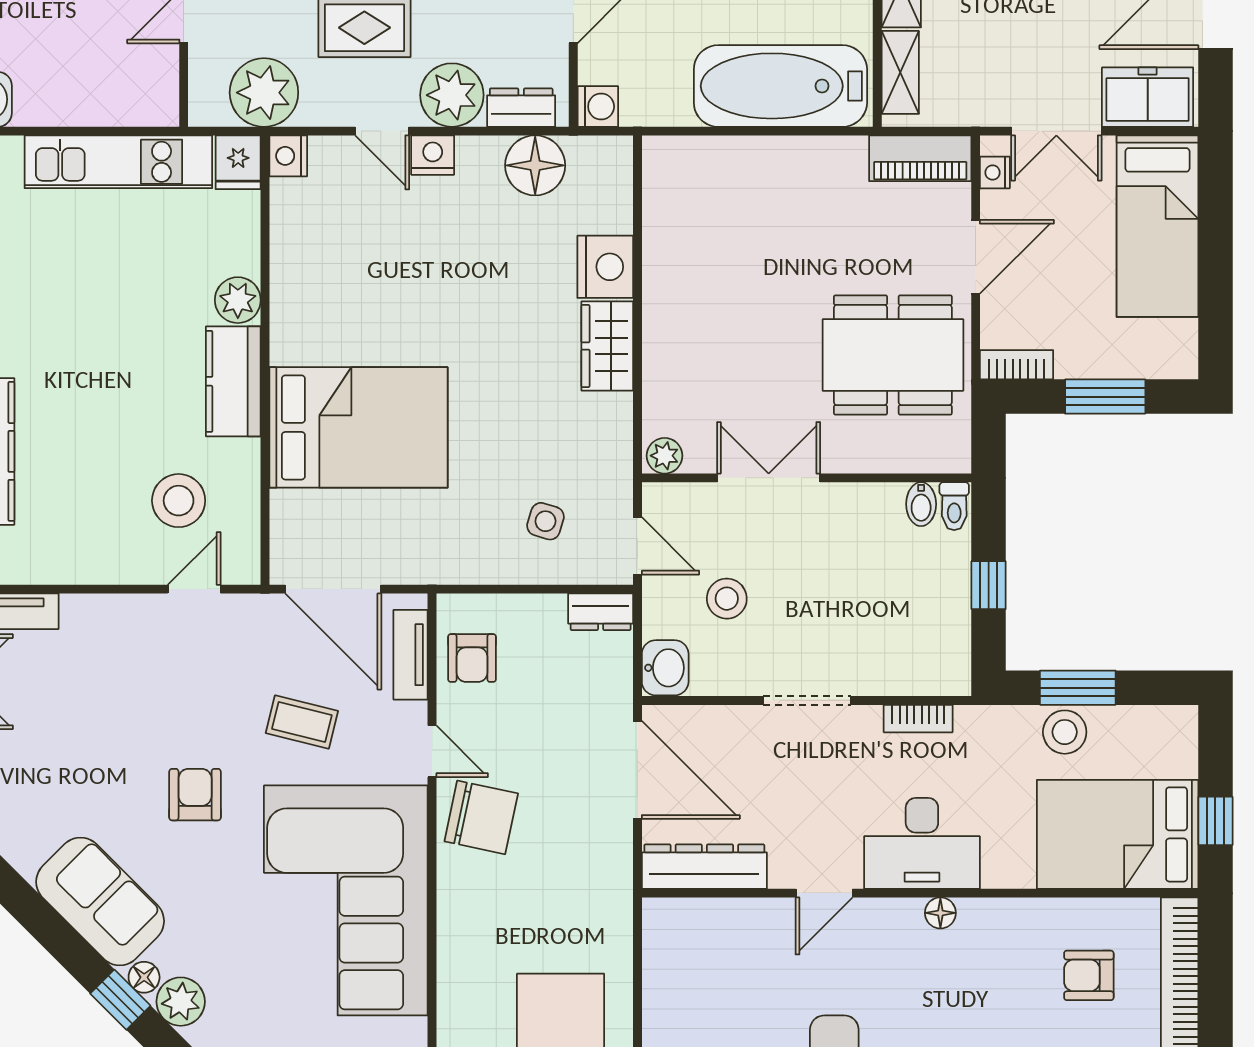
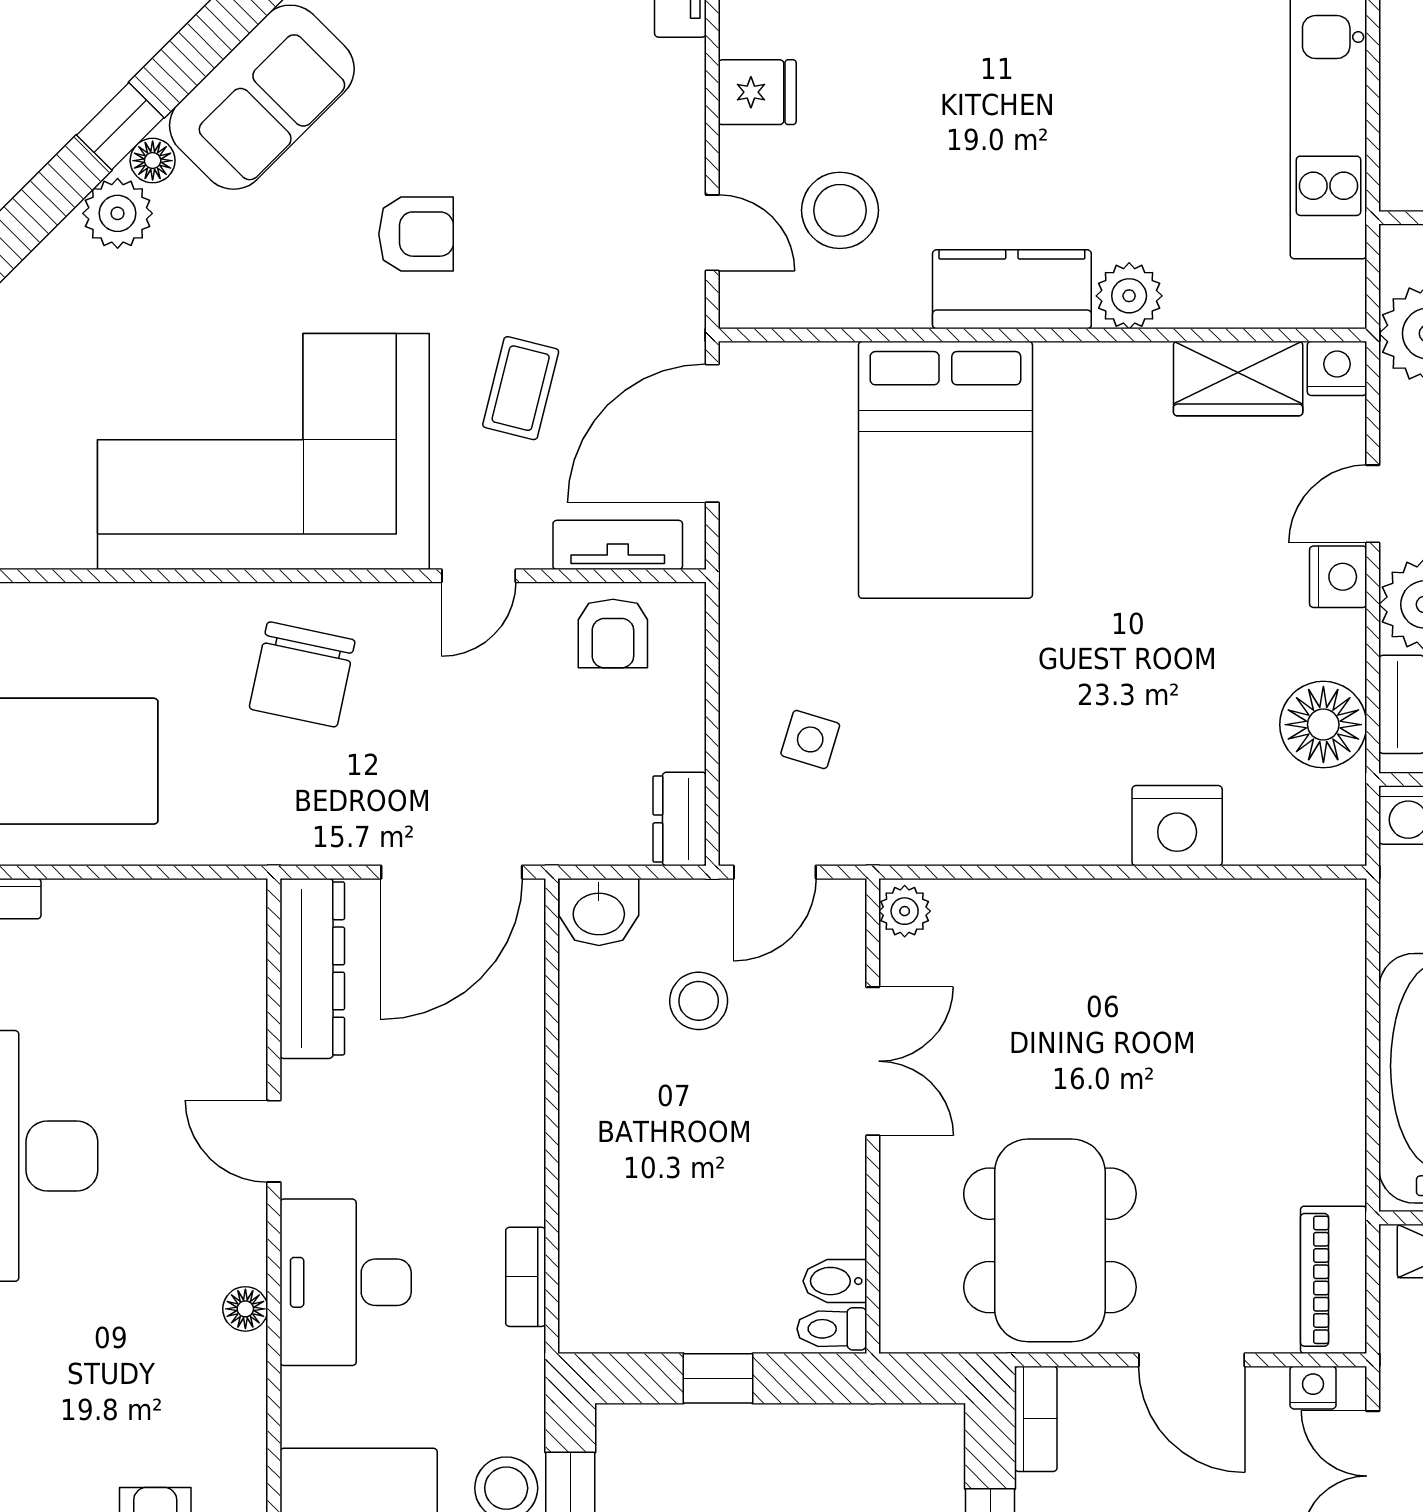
fridge: (238, 162) -> (757, 92), moved, turned 180
wardrobe: (607, 346) -> (1238, 379), moved, turned 180
armchair: (472, 658) -> (613, 633), turned -90
doorway: (807, 700) -> (552, 1116), removed
chair: (481, 817) -> (302, 674), moved

